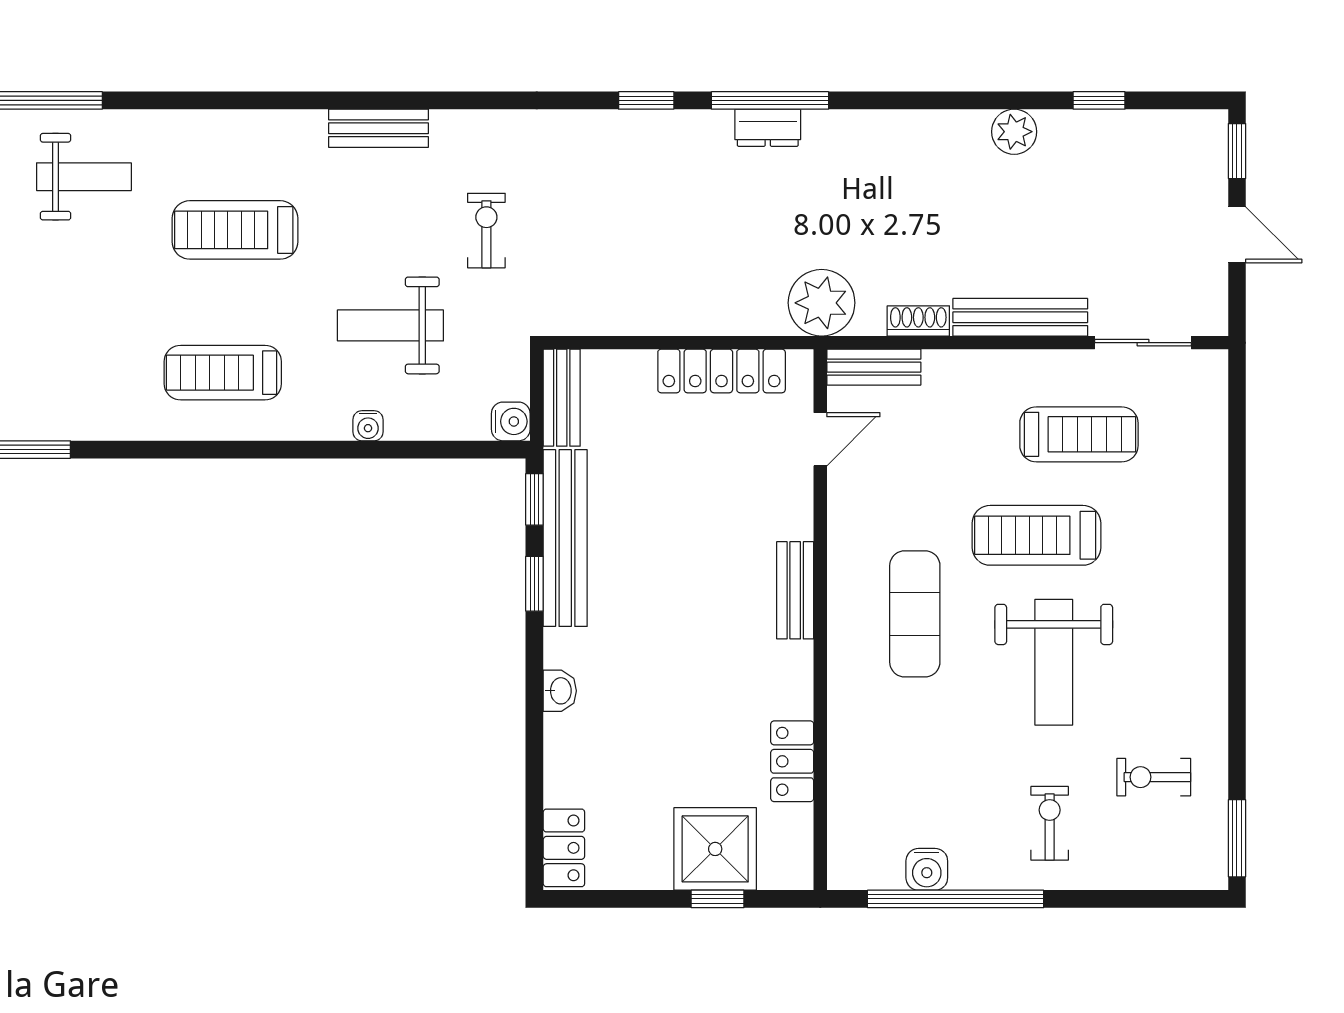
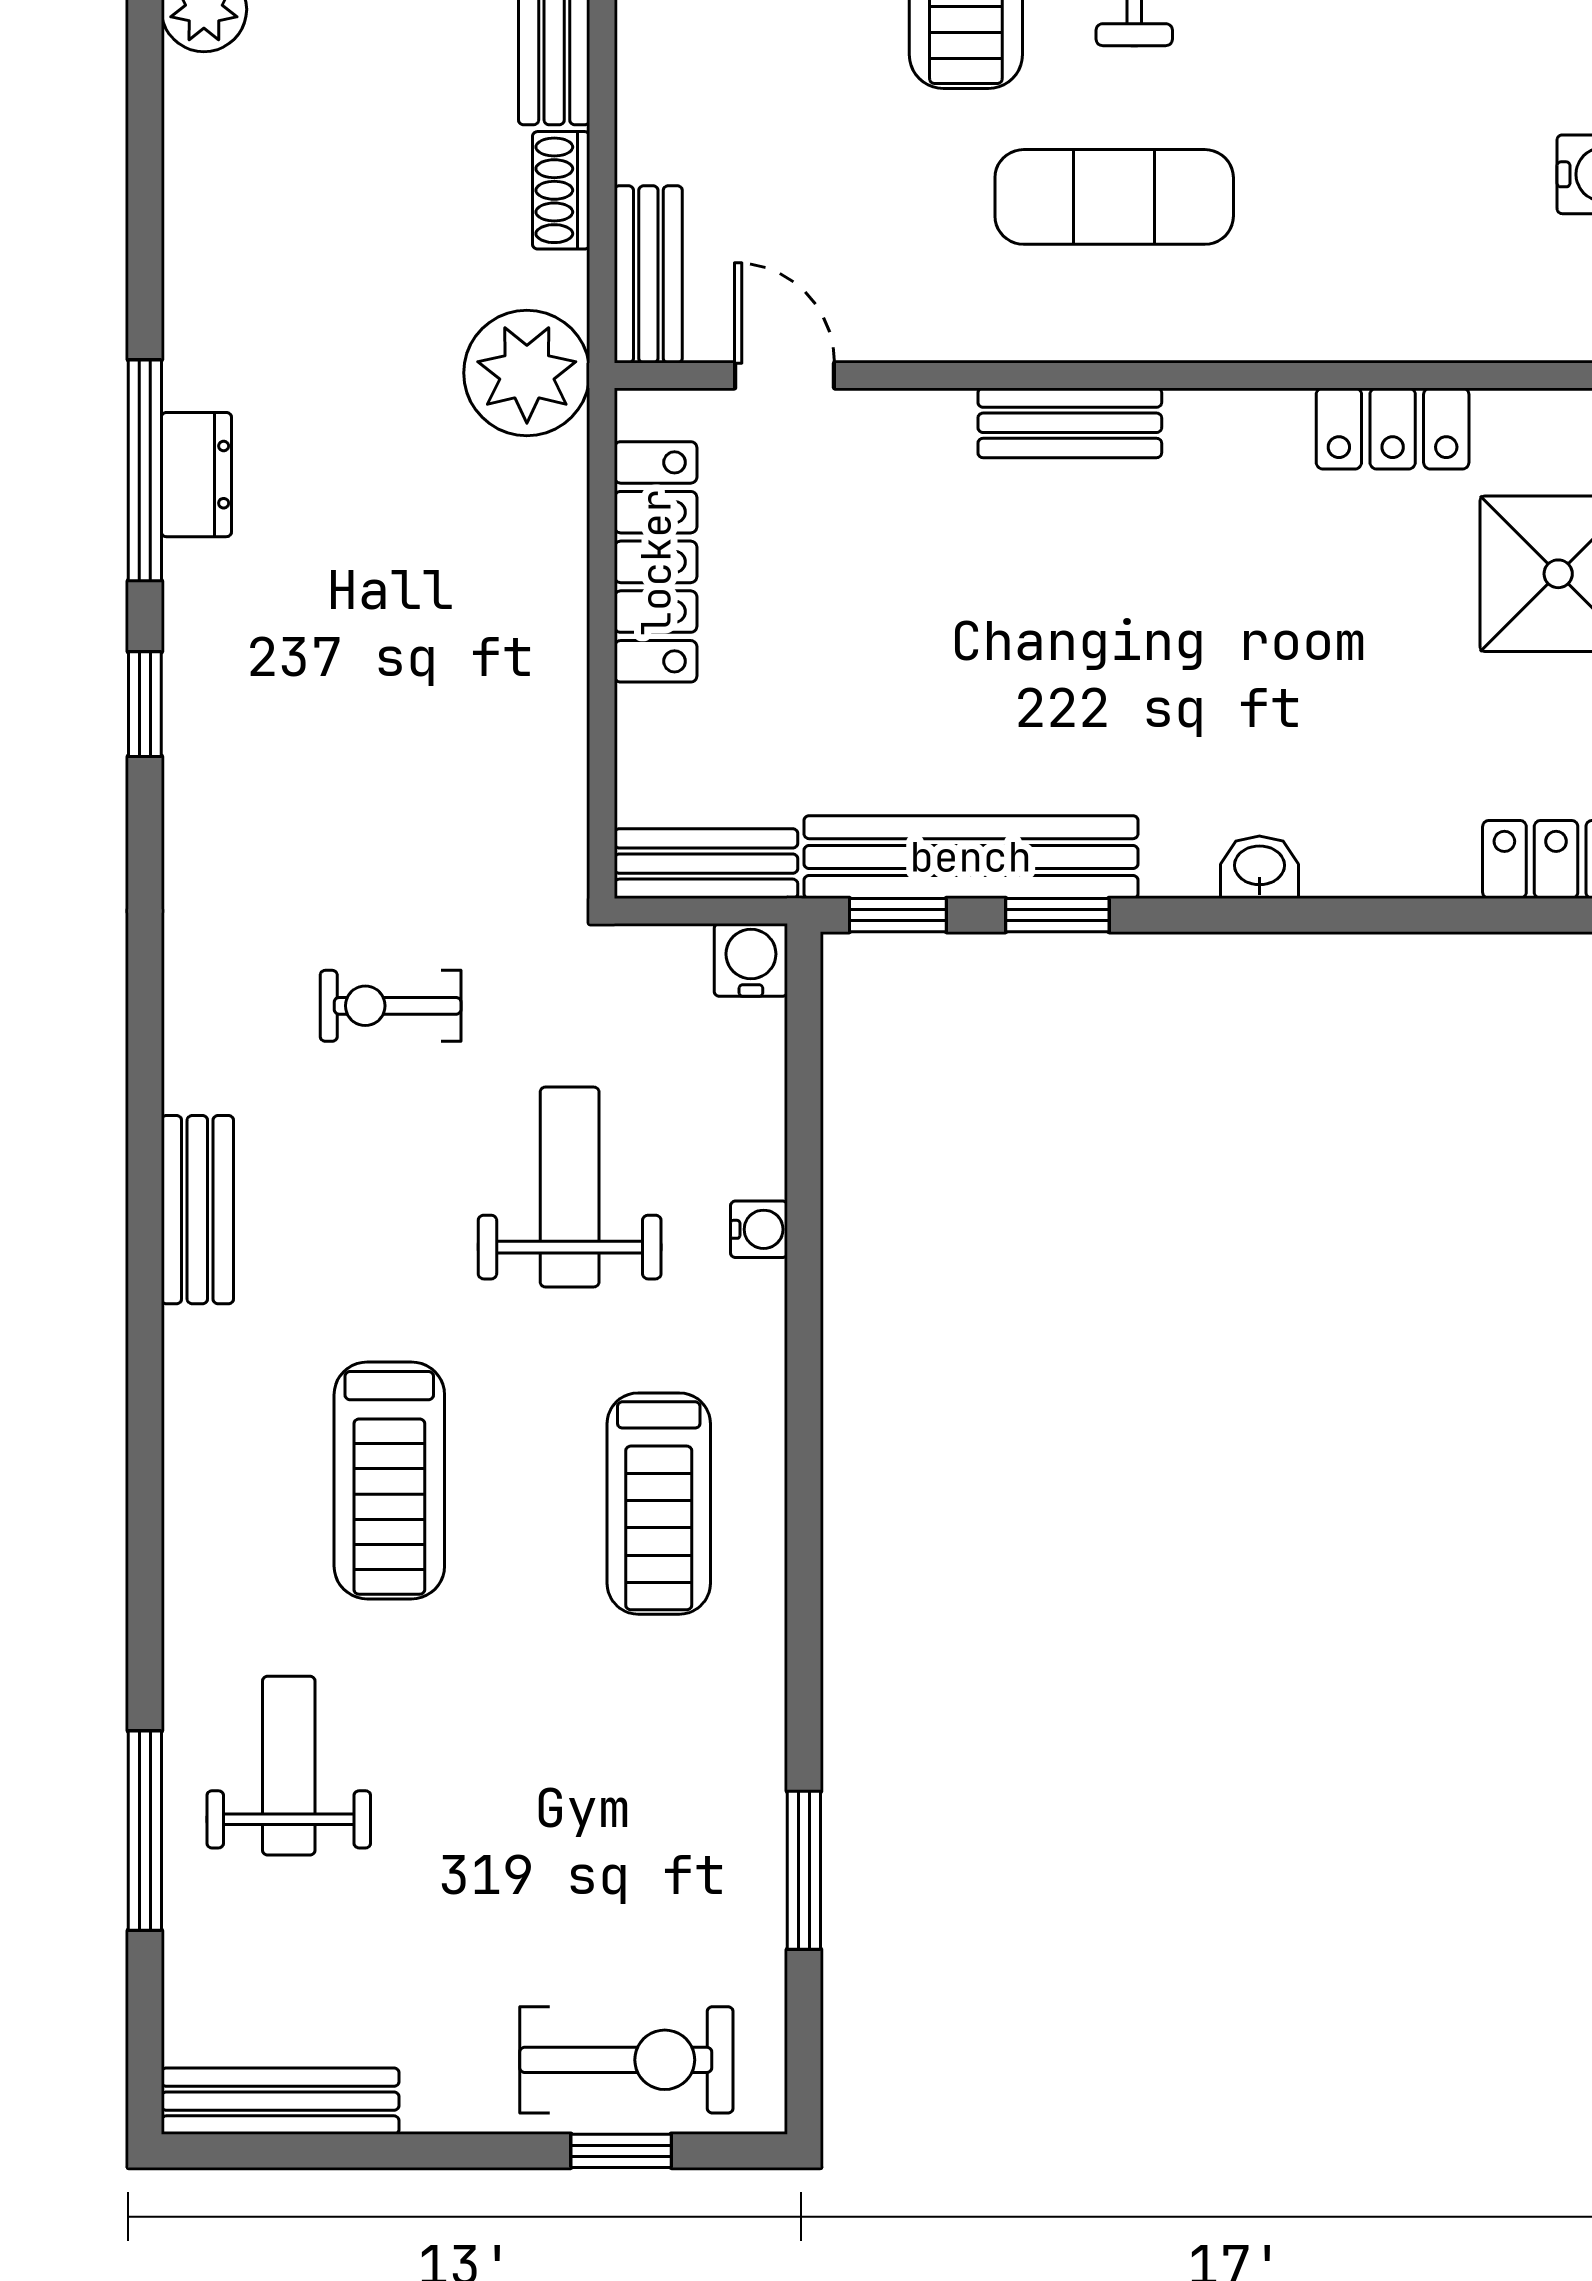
weight bench: (390, 325) -> (570, 1187), turned 180

